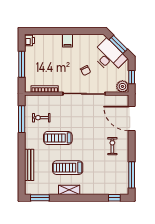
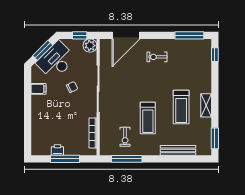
printer: (30, 41) -> (57, 150), moved
filing cabinet: (68, 41) -> (38, 89), moved

